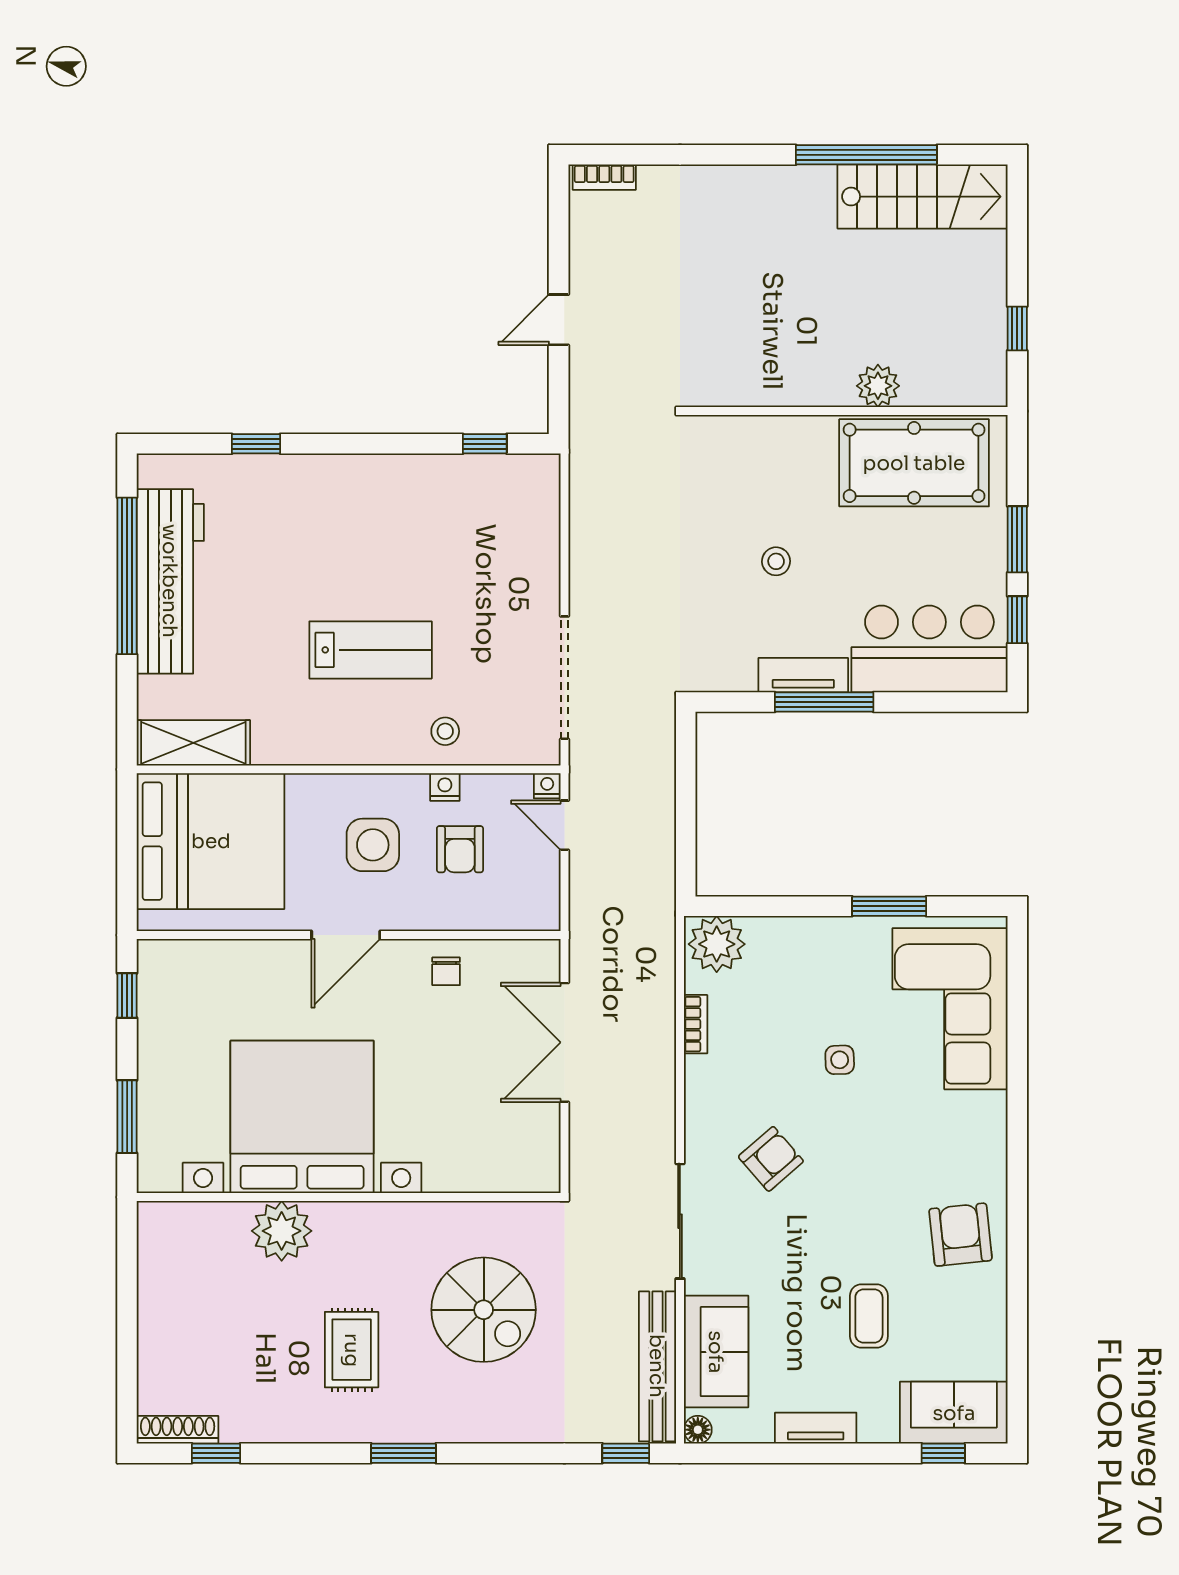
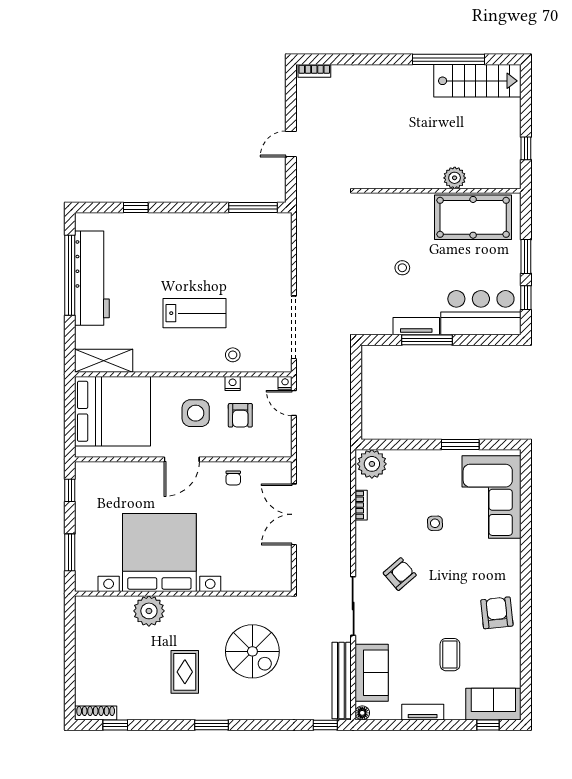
window: (485, 444) -> (253, 208), width x2.17

